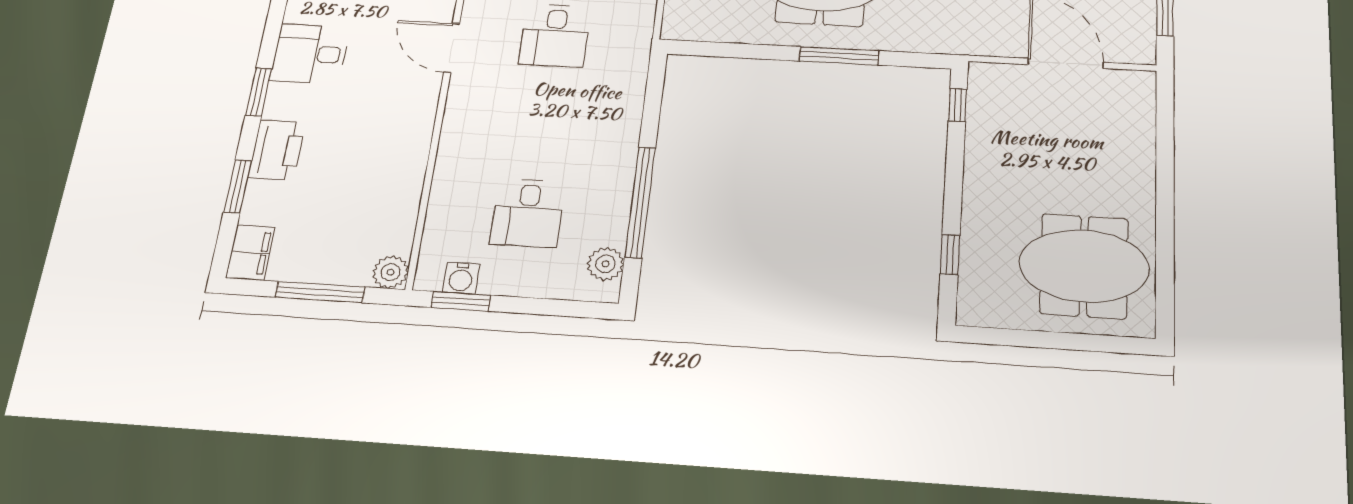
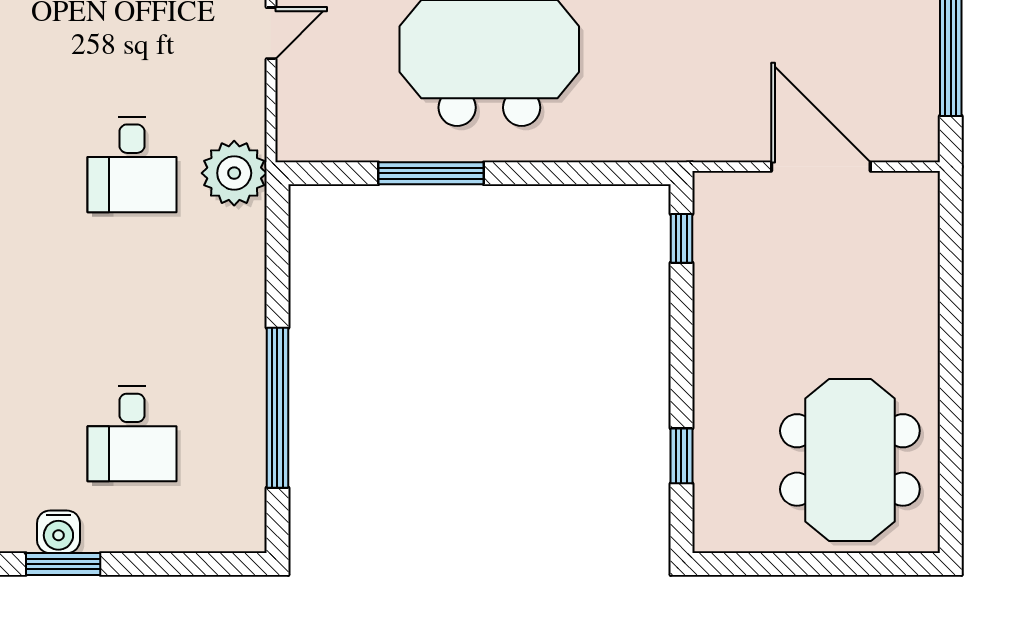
window: (839, 56) -> (431, 173), moved
plant: (605, 264) -> (234, 173), moved, width x1.36, depth x1.36
meeting table: (1084, 266) -> (850, 460), turned 90

